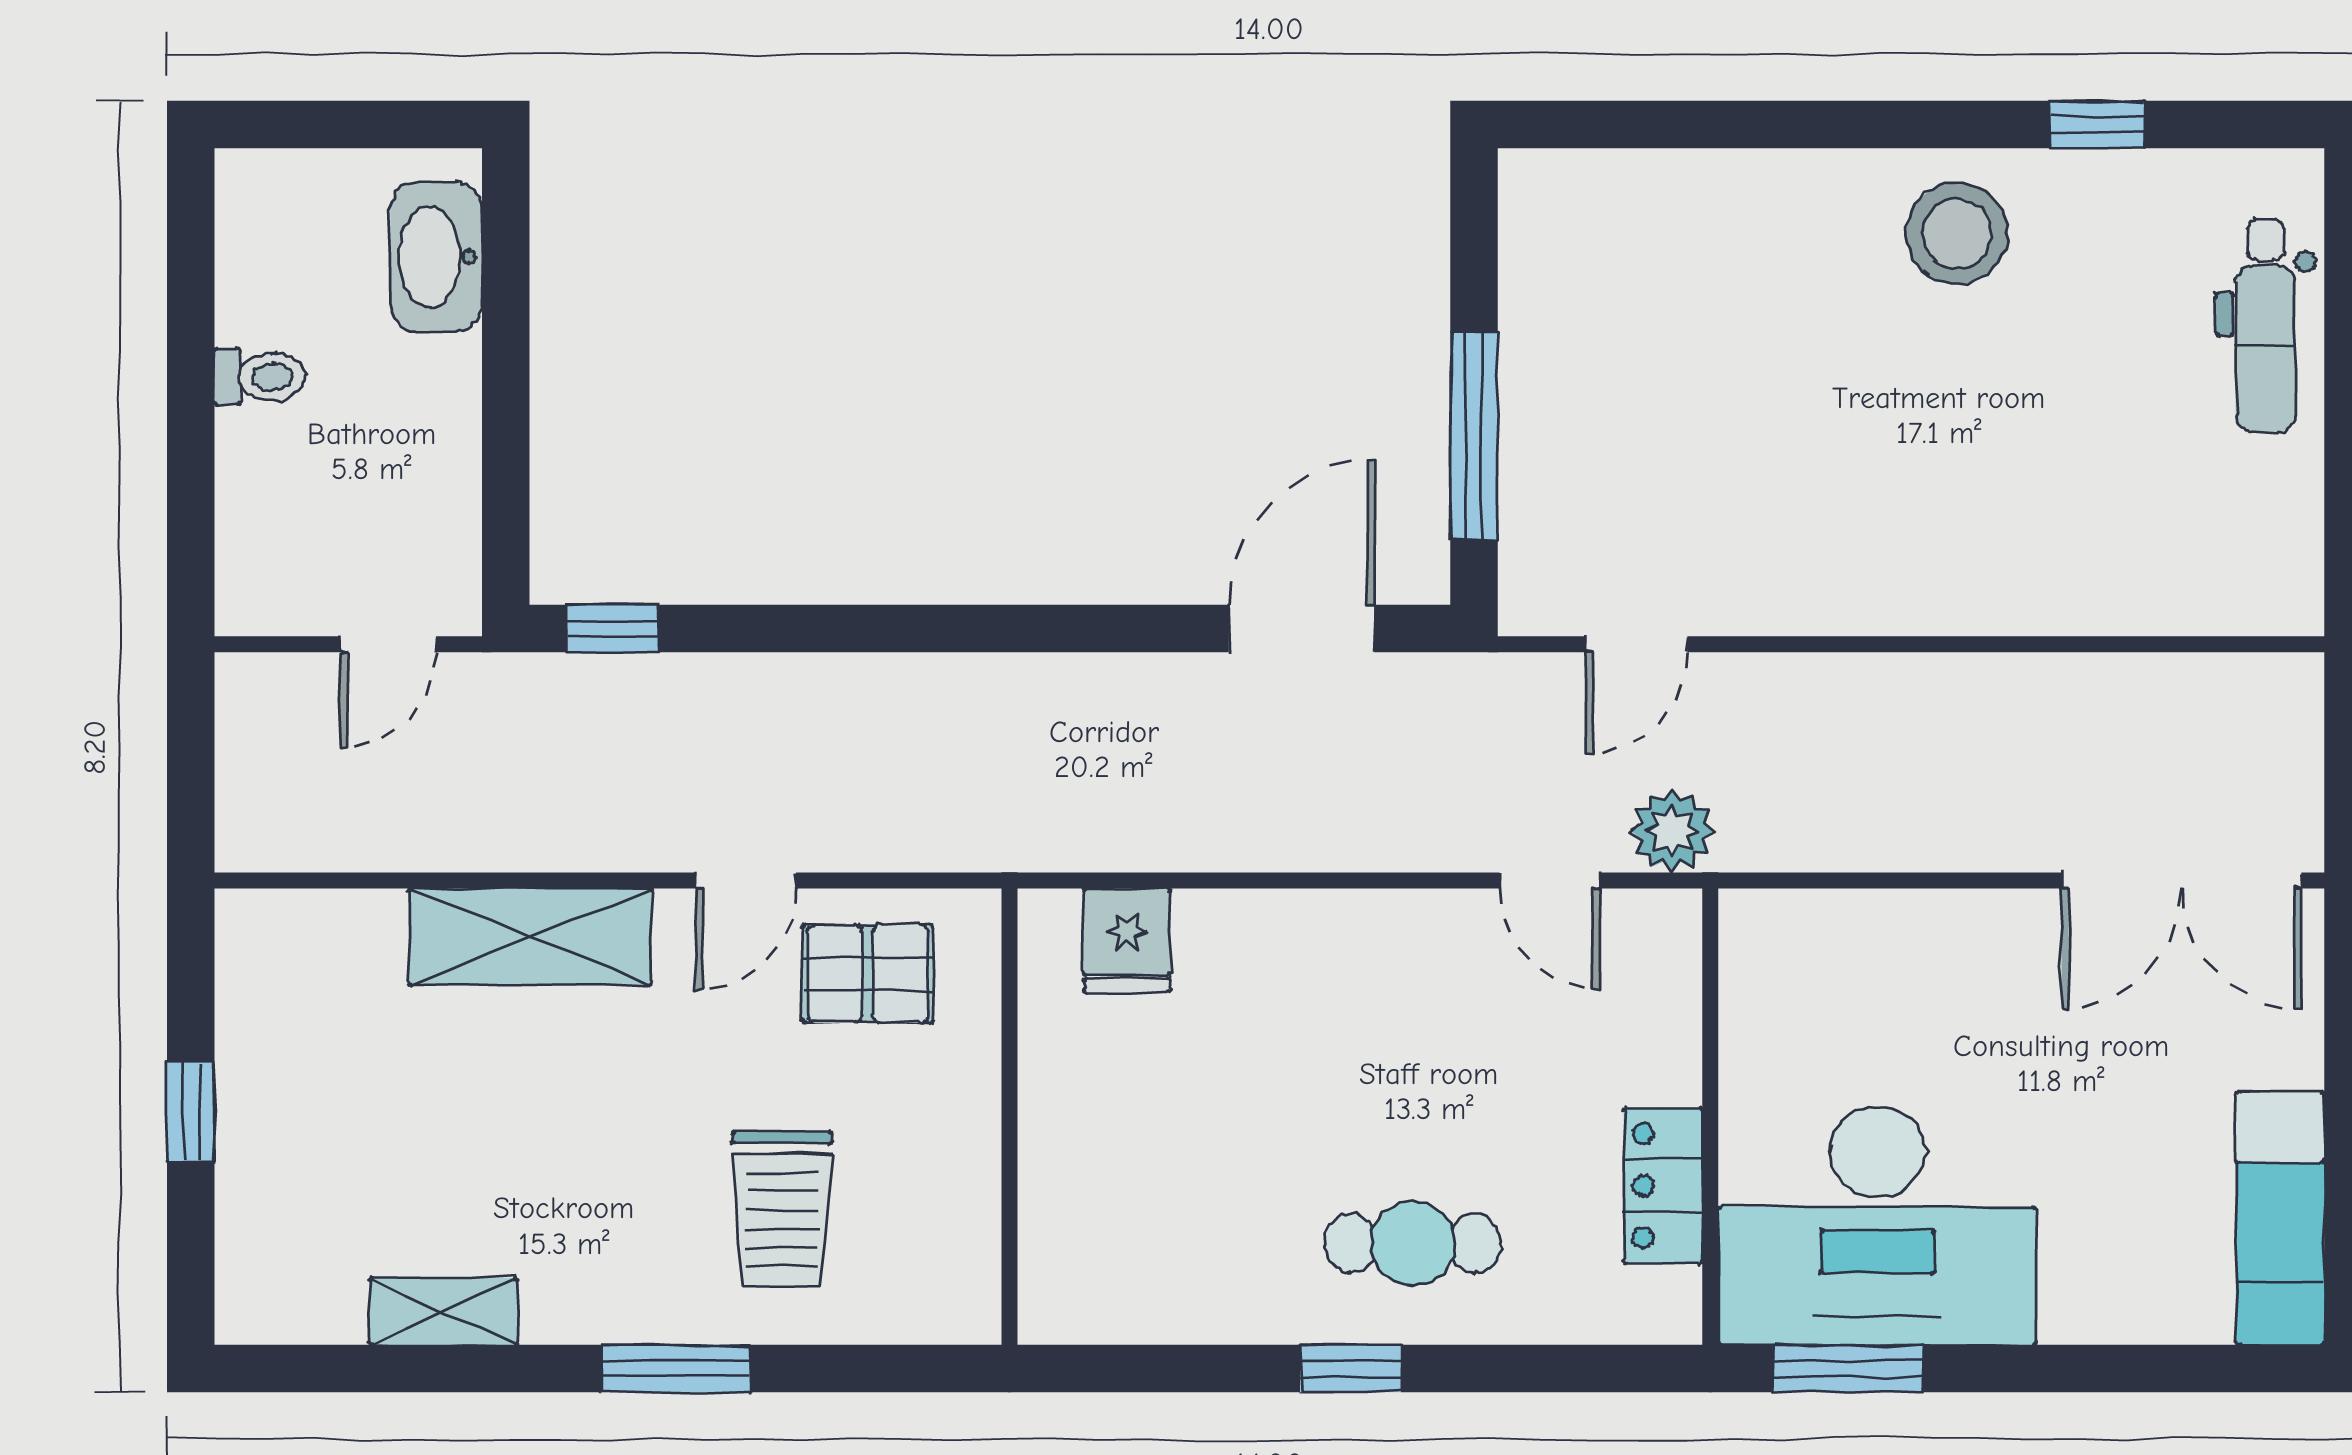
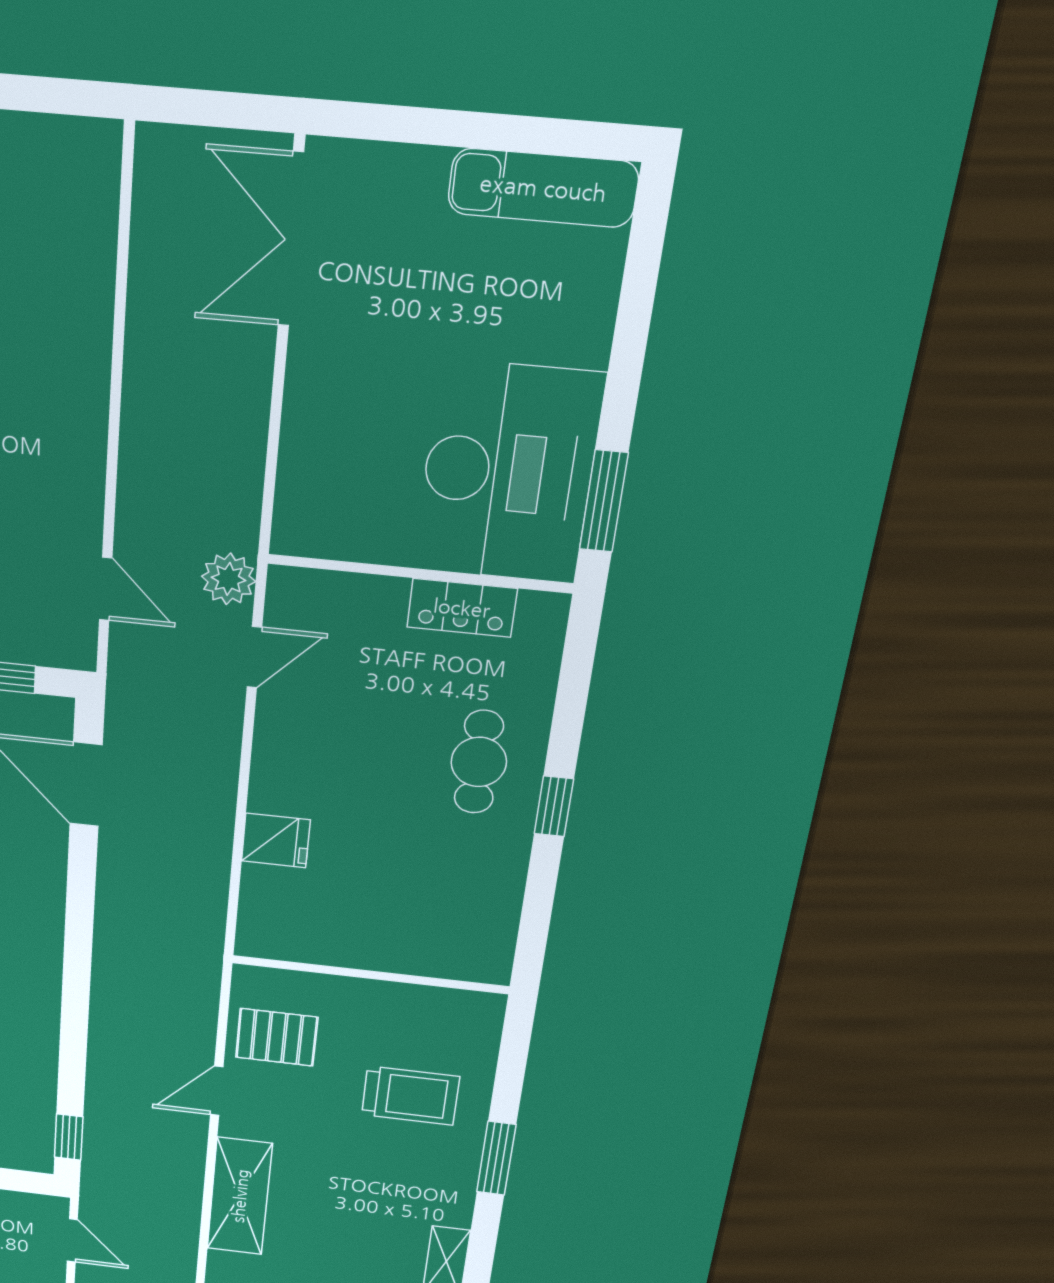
door: (746, 880) -> (217, 1091), swing flipped
double door: (2181, 880) -> (291, 240), swing flipped
fridge: (1127, 940) -> (276, 840), moved
pallet: (868, 974) -> (277, 1037), turned 90

